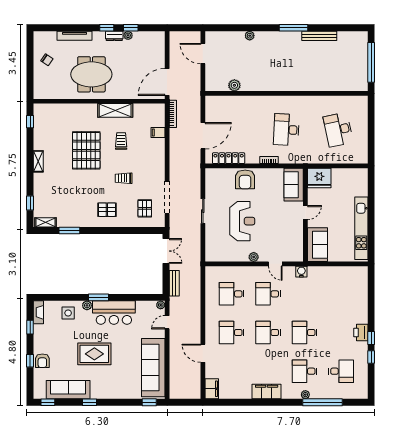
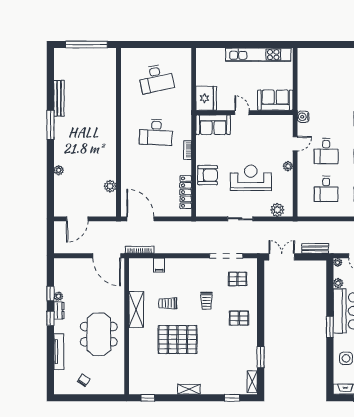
door: (203, 136) -> (140, 219), moved
pallet: (107, 210) -> (239, 318), turned 90
plant: (211, 247) -> (277, 210), added
plant: (87, 305) -> (338, 283), moved

